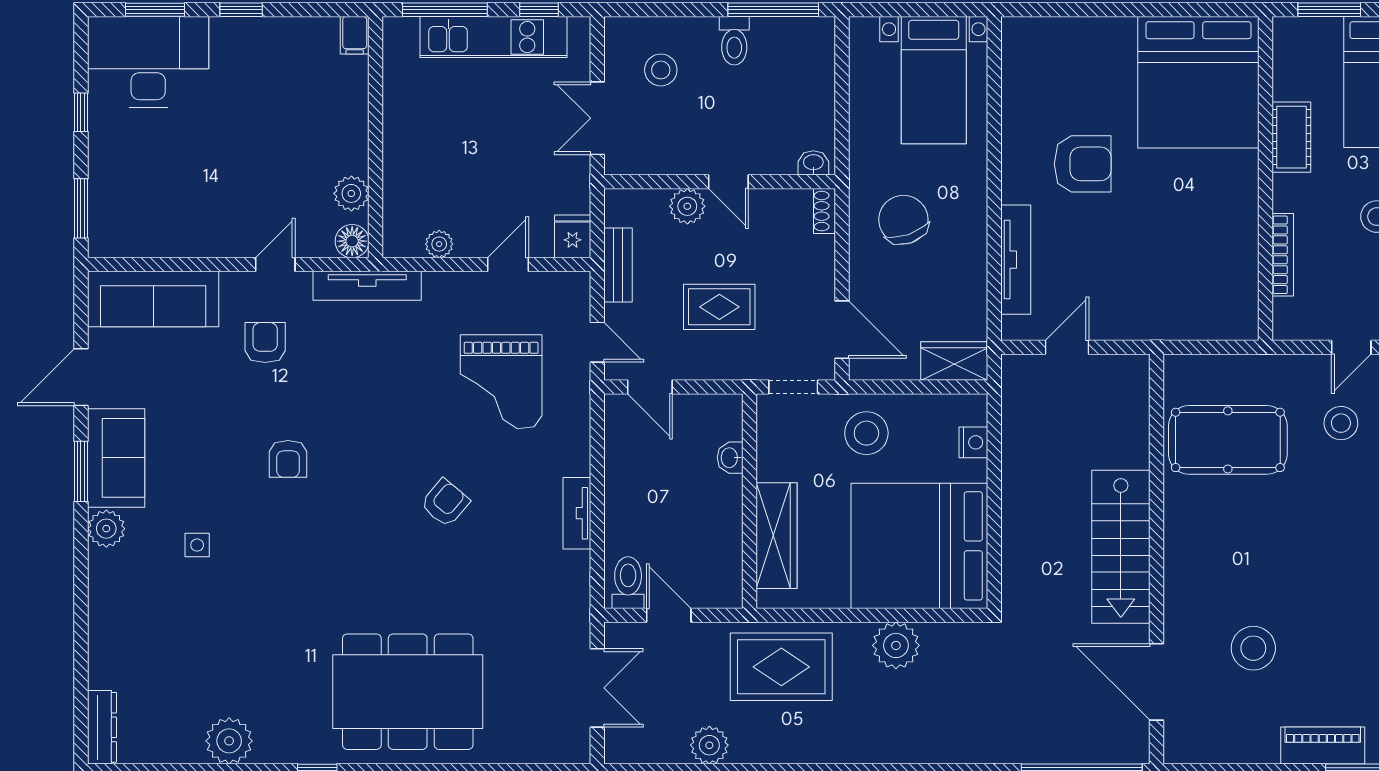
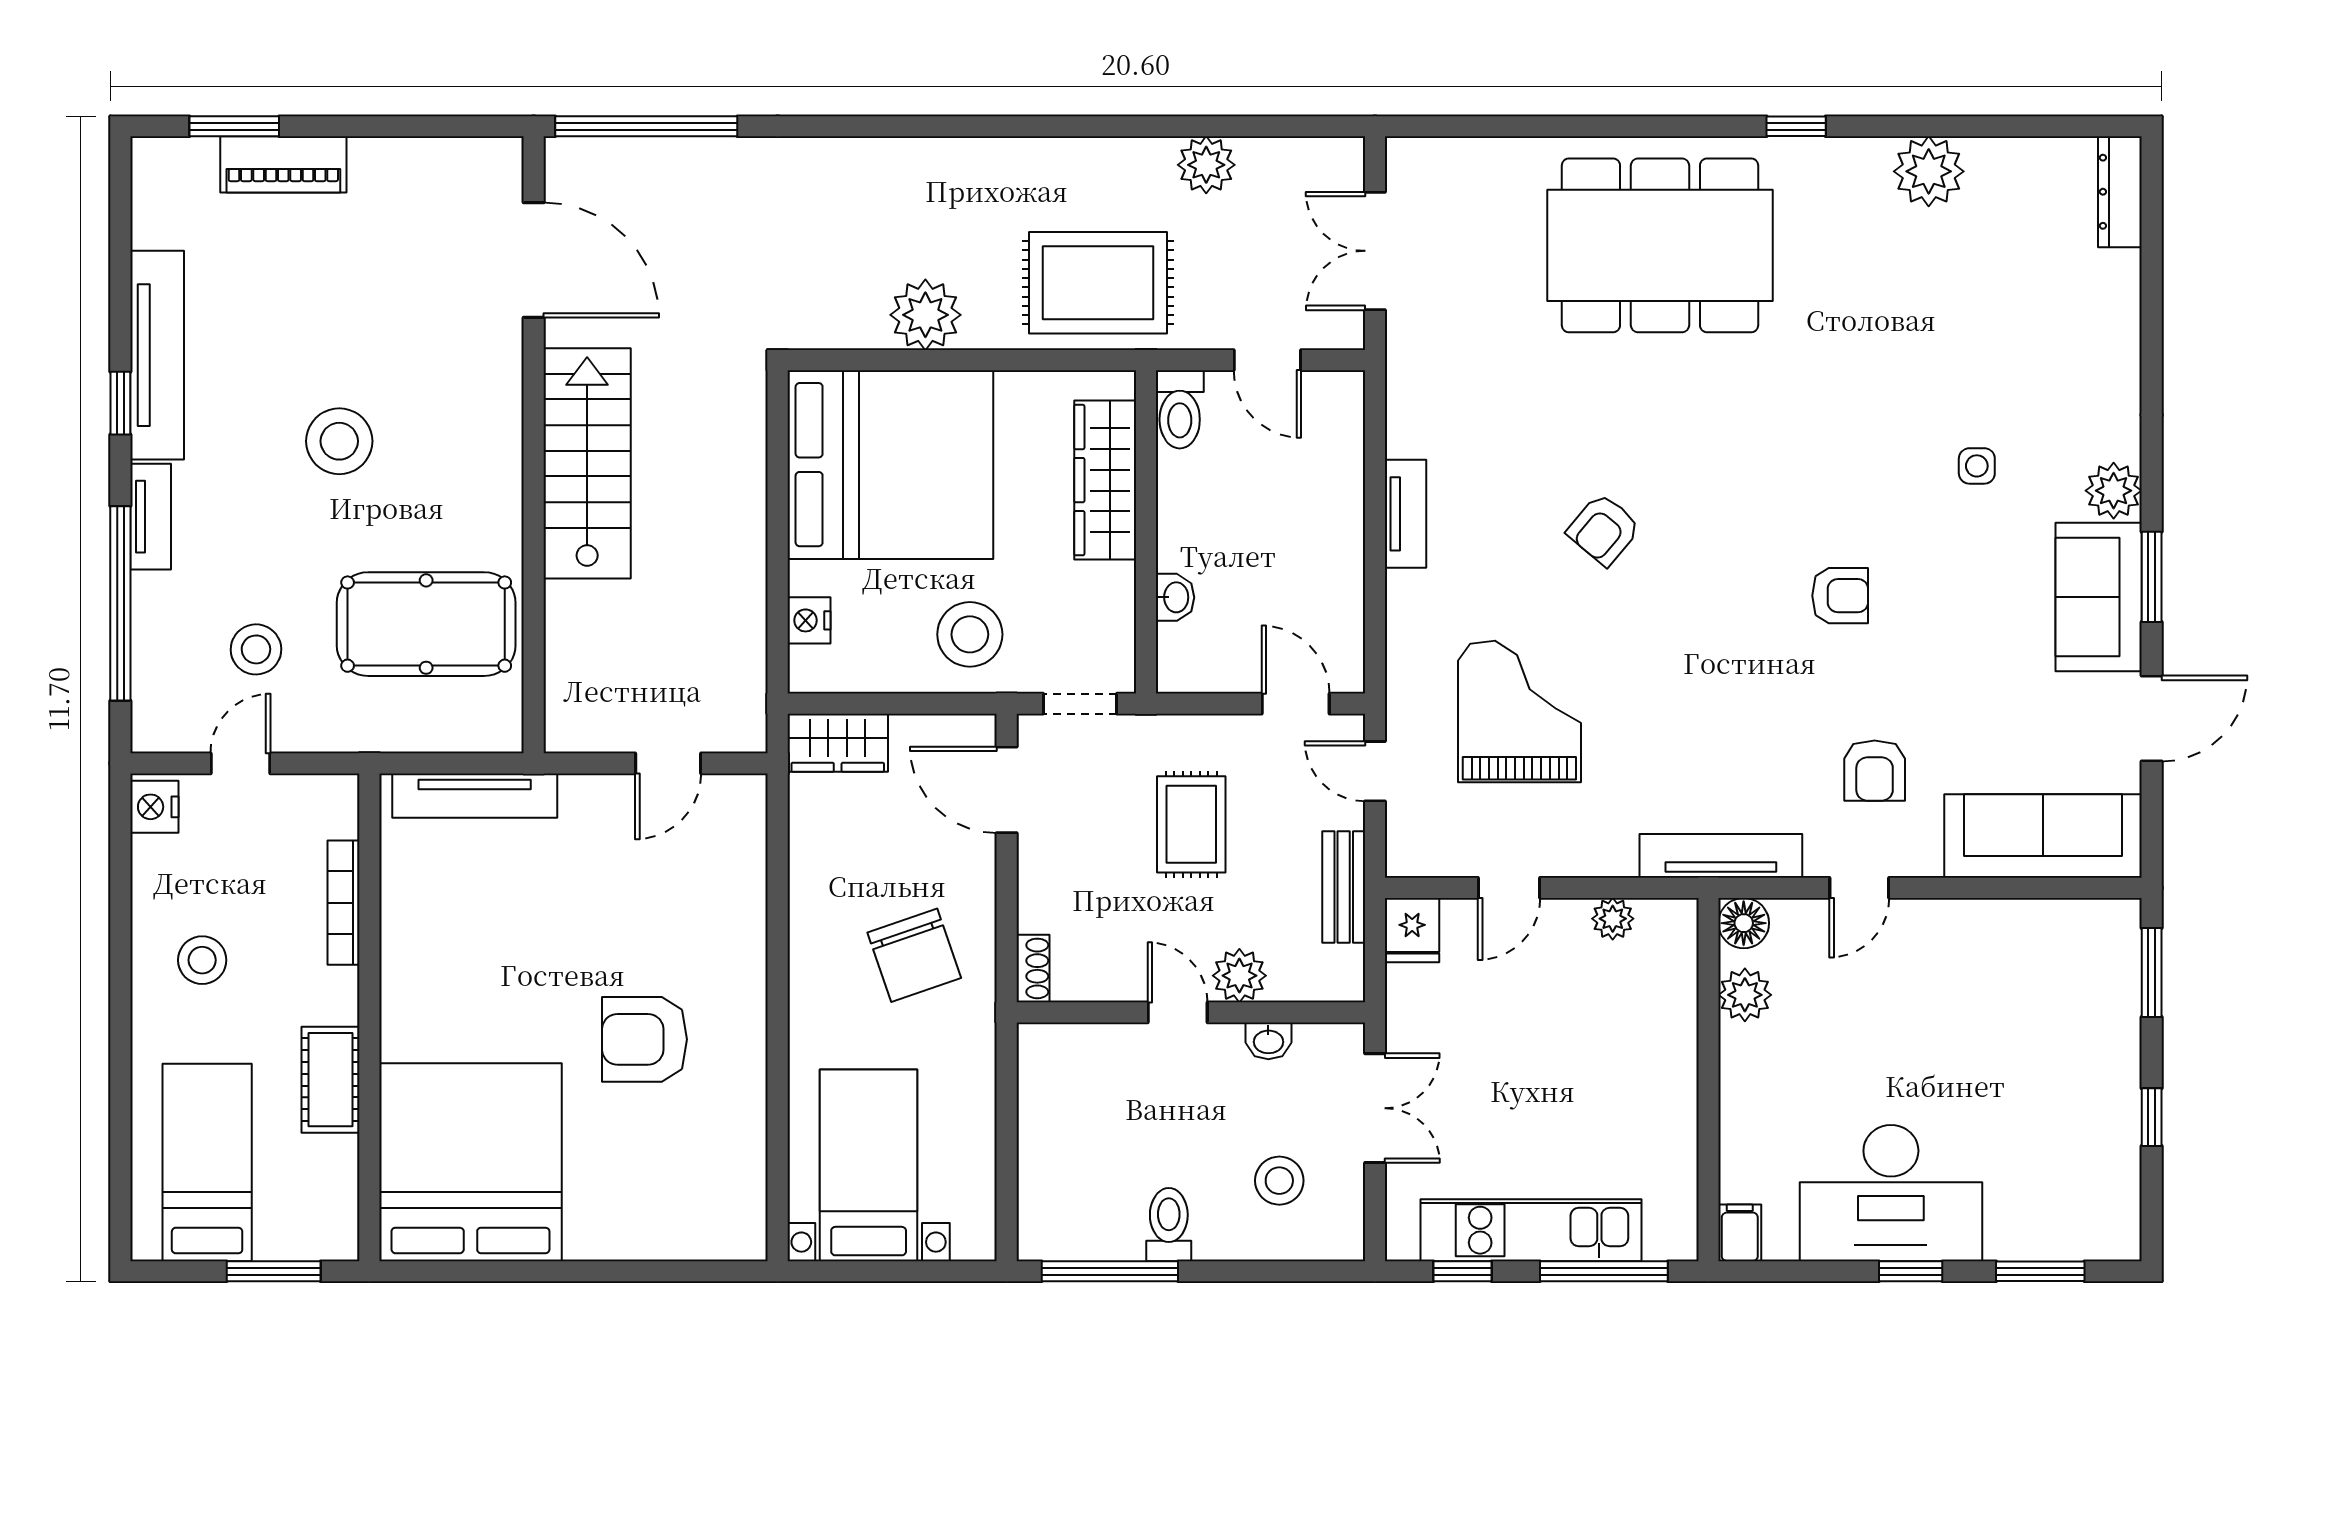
desk: (148, 62) -> (1891, 1193), moved
washbasin: (813, 163) -> (1268, 1041), moved
tv unit: (1016, 260) -> (475, 796), moved, turned -90
rug: (719, 307) -> (1191, 824), turned 90
armchair: (288, 459) -> (1840, 596), turned 90
toilet: (628, 583) -> (1180, 409), moved
stool: (1253, 648) -> (339, 441), moved

